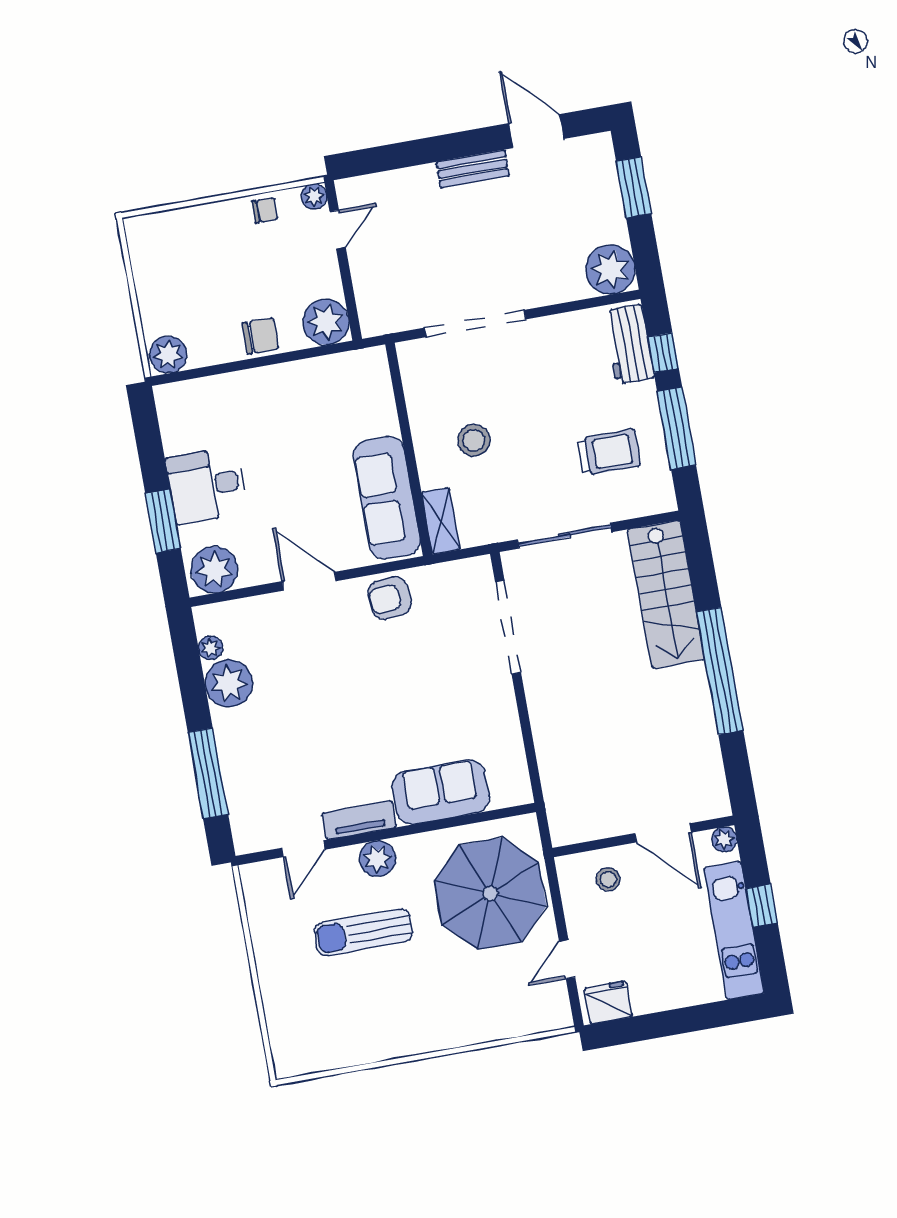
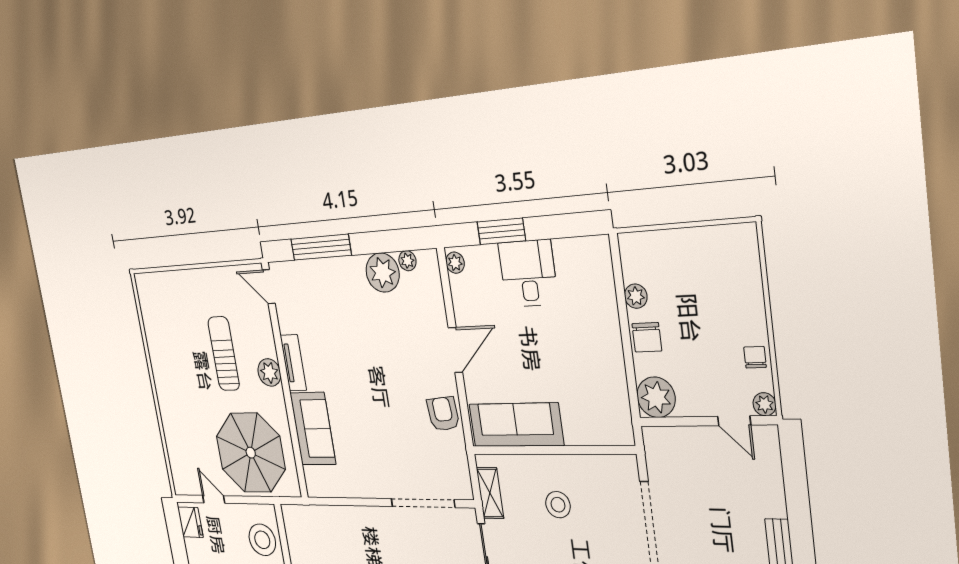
chair: (265, 210) -> (755, 357), turned 180
plant: (168, 355) -> (636, 296), moved, width x0.73, depth x0.73
shelving: (441, 521) -> (490, 493), moved, turned 90
plant: (214, 570) -> (455, 263), width x0.53, depth x0.53
door: (303, 849) -> (269, 287), moved
stool: (608, 879) -> (262, 540), width x1.89, depth x1.89

